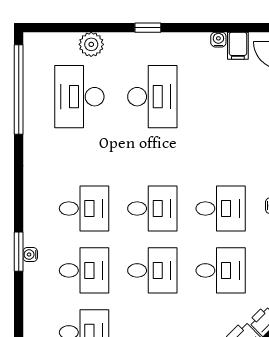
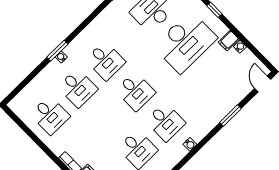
filing cabinet: (238, 46) -> (229, 41), moved
desk: (152, 97) -> (185, 42), width x1.36, depth x1.30
desk: (152, 270) -> (108, 119), removed

